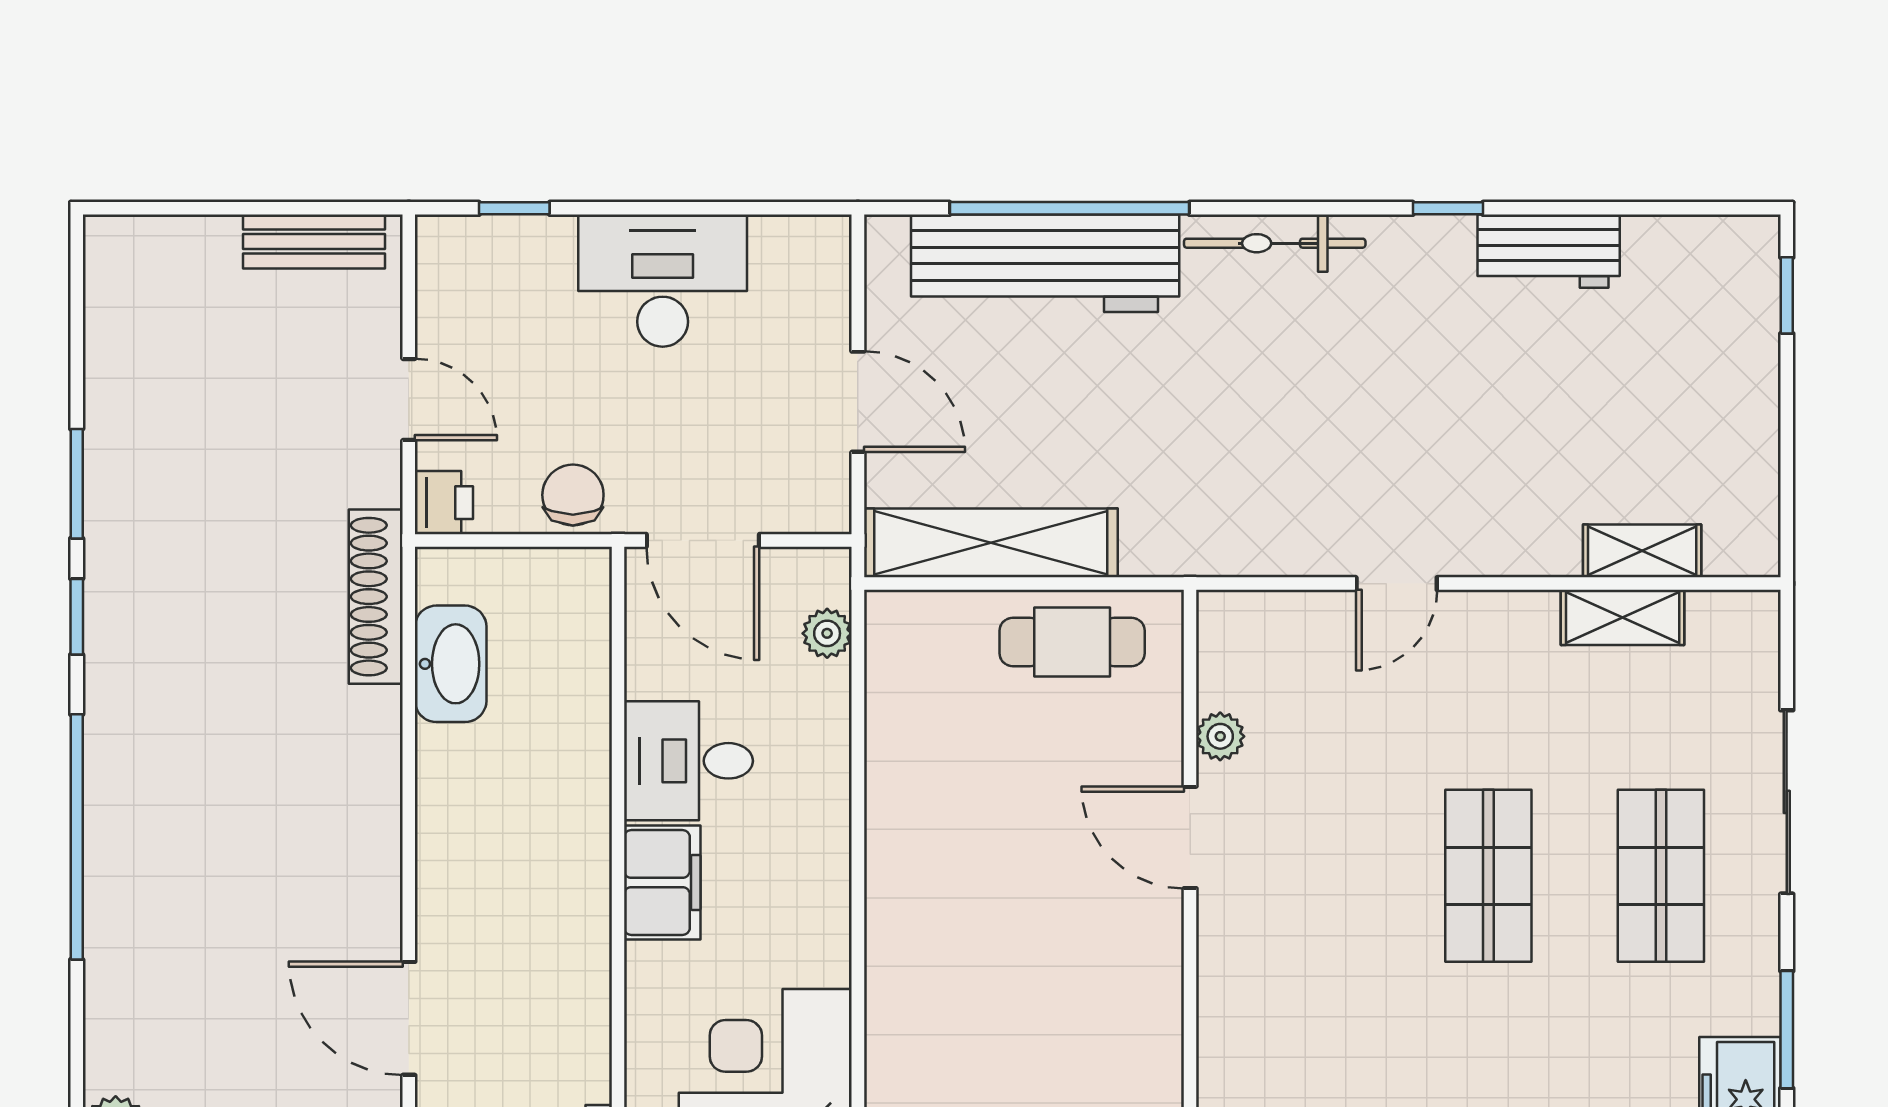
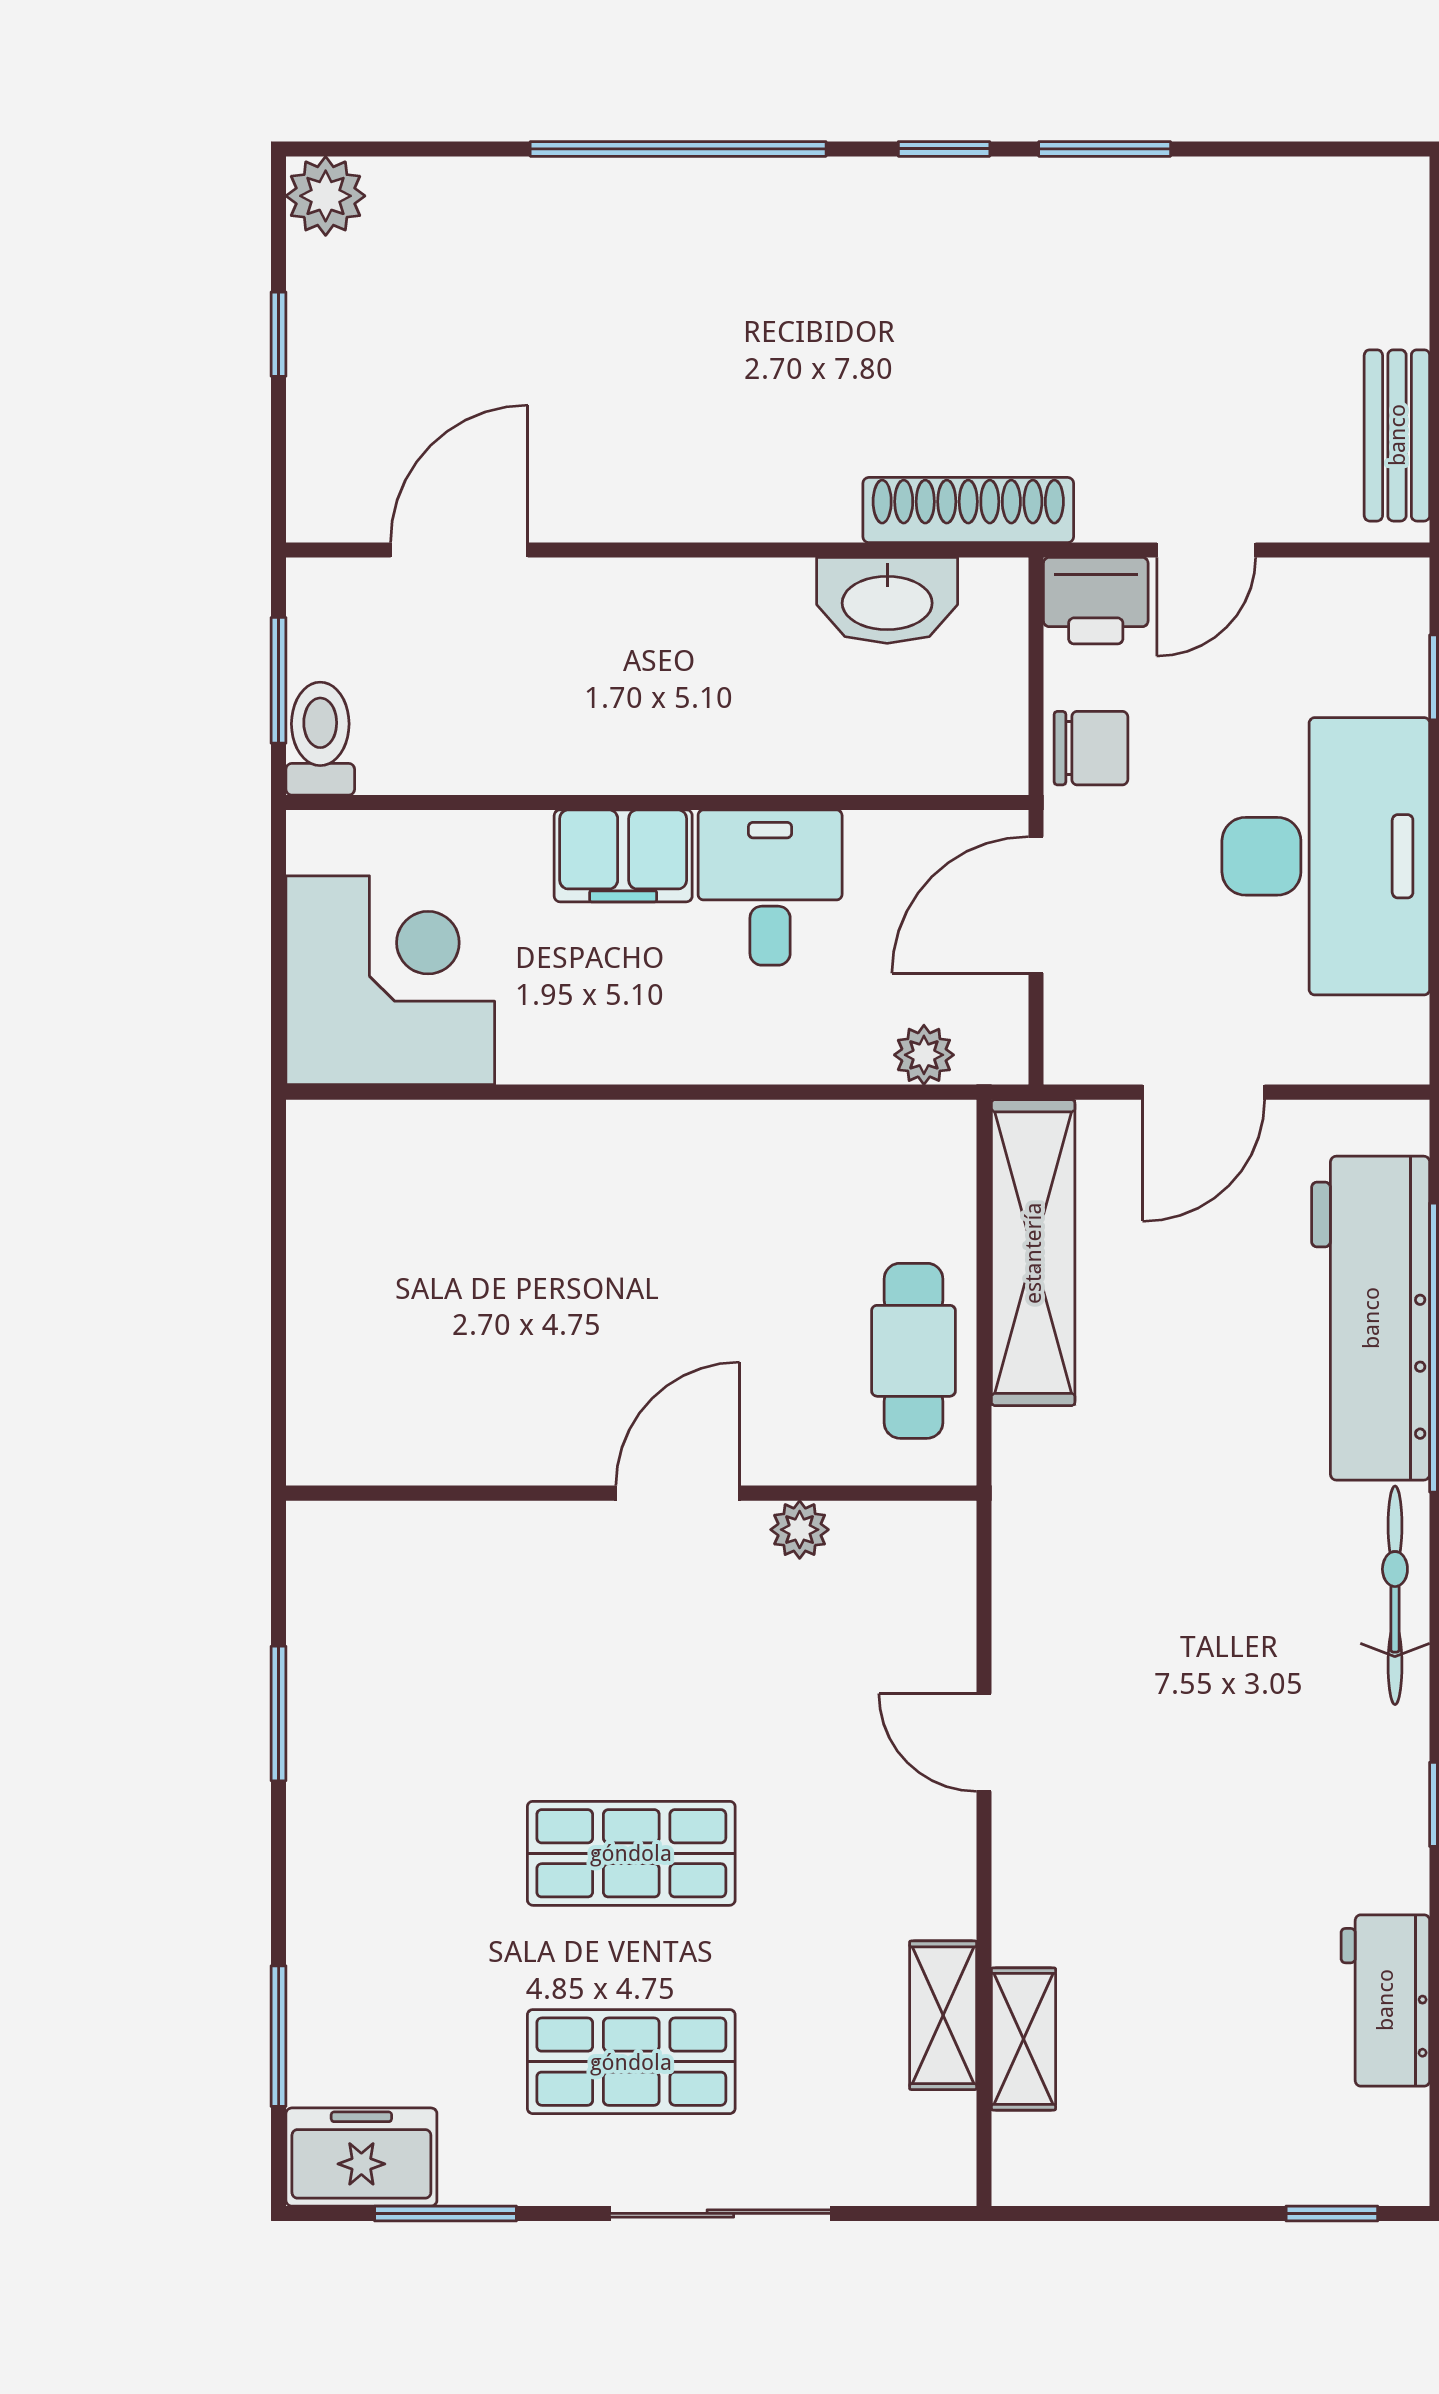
workbench: (1549, 251) -> (1385, 2000), moved
desk: (663, 281) -> (1326, 856), width x1.36, depth x1.30
printer: (444, 503) -> (1096, 601), width x1.36, depth x1.24

